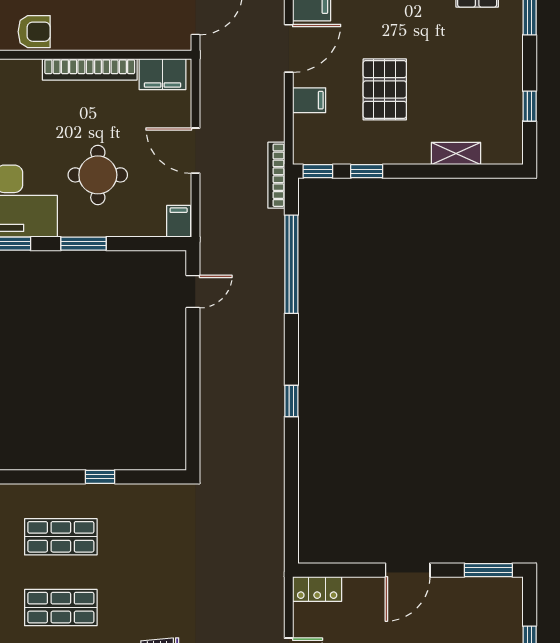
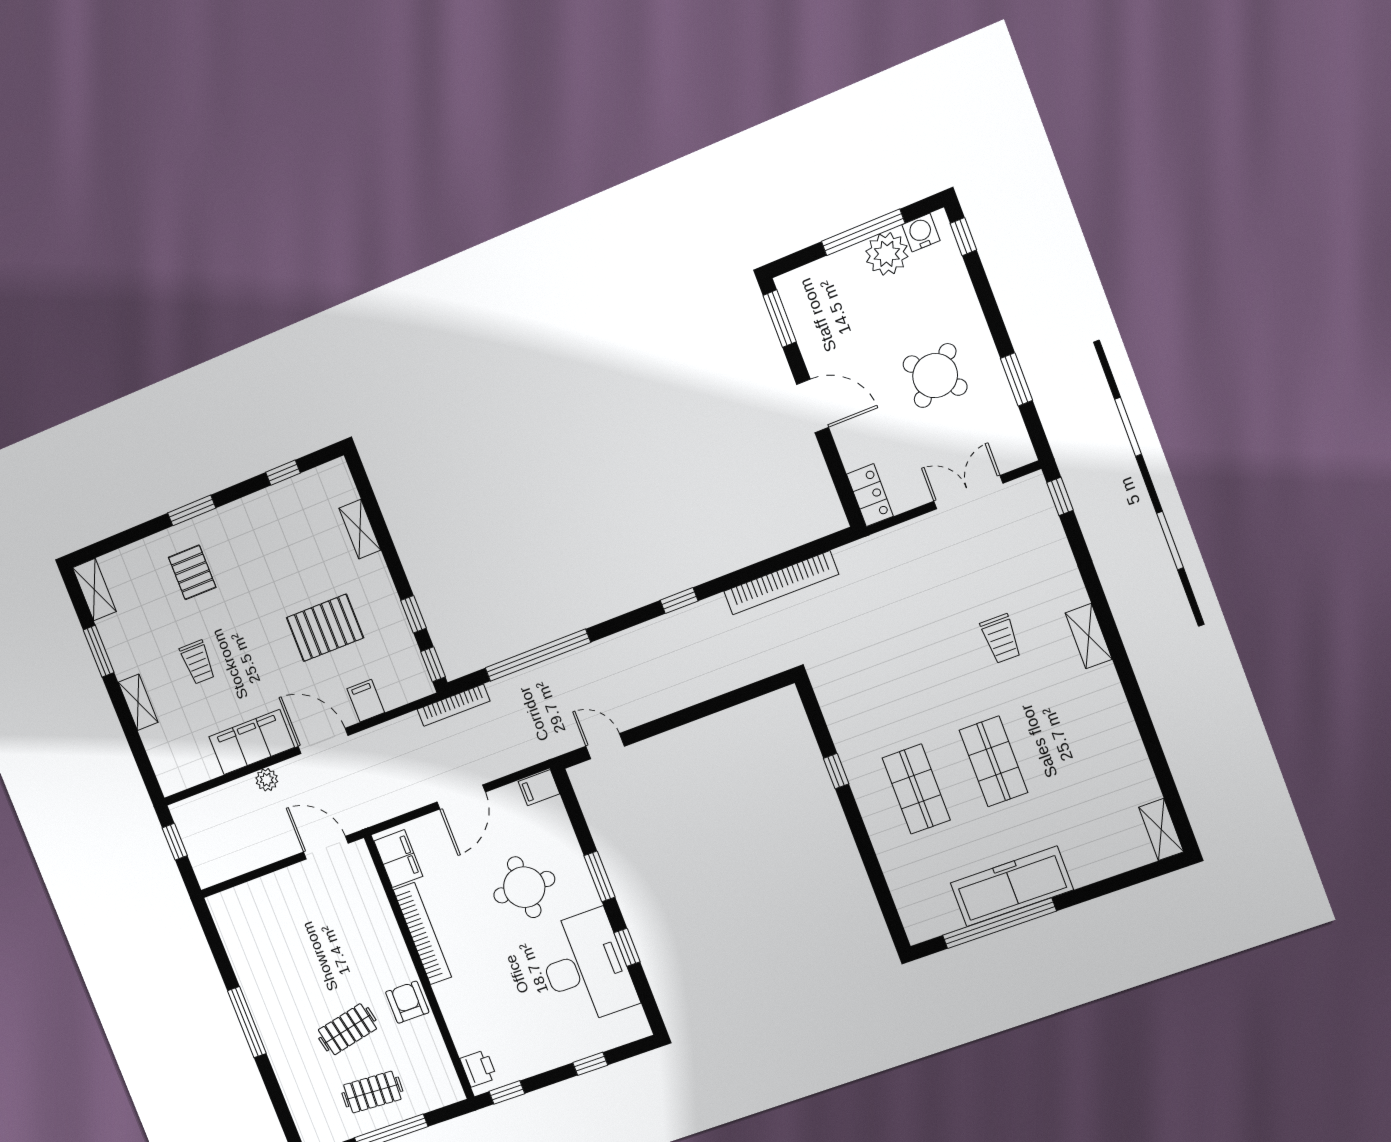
bookcase: (274, 490) -> (781, 583), added

